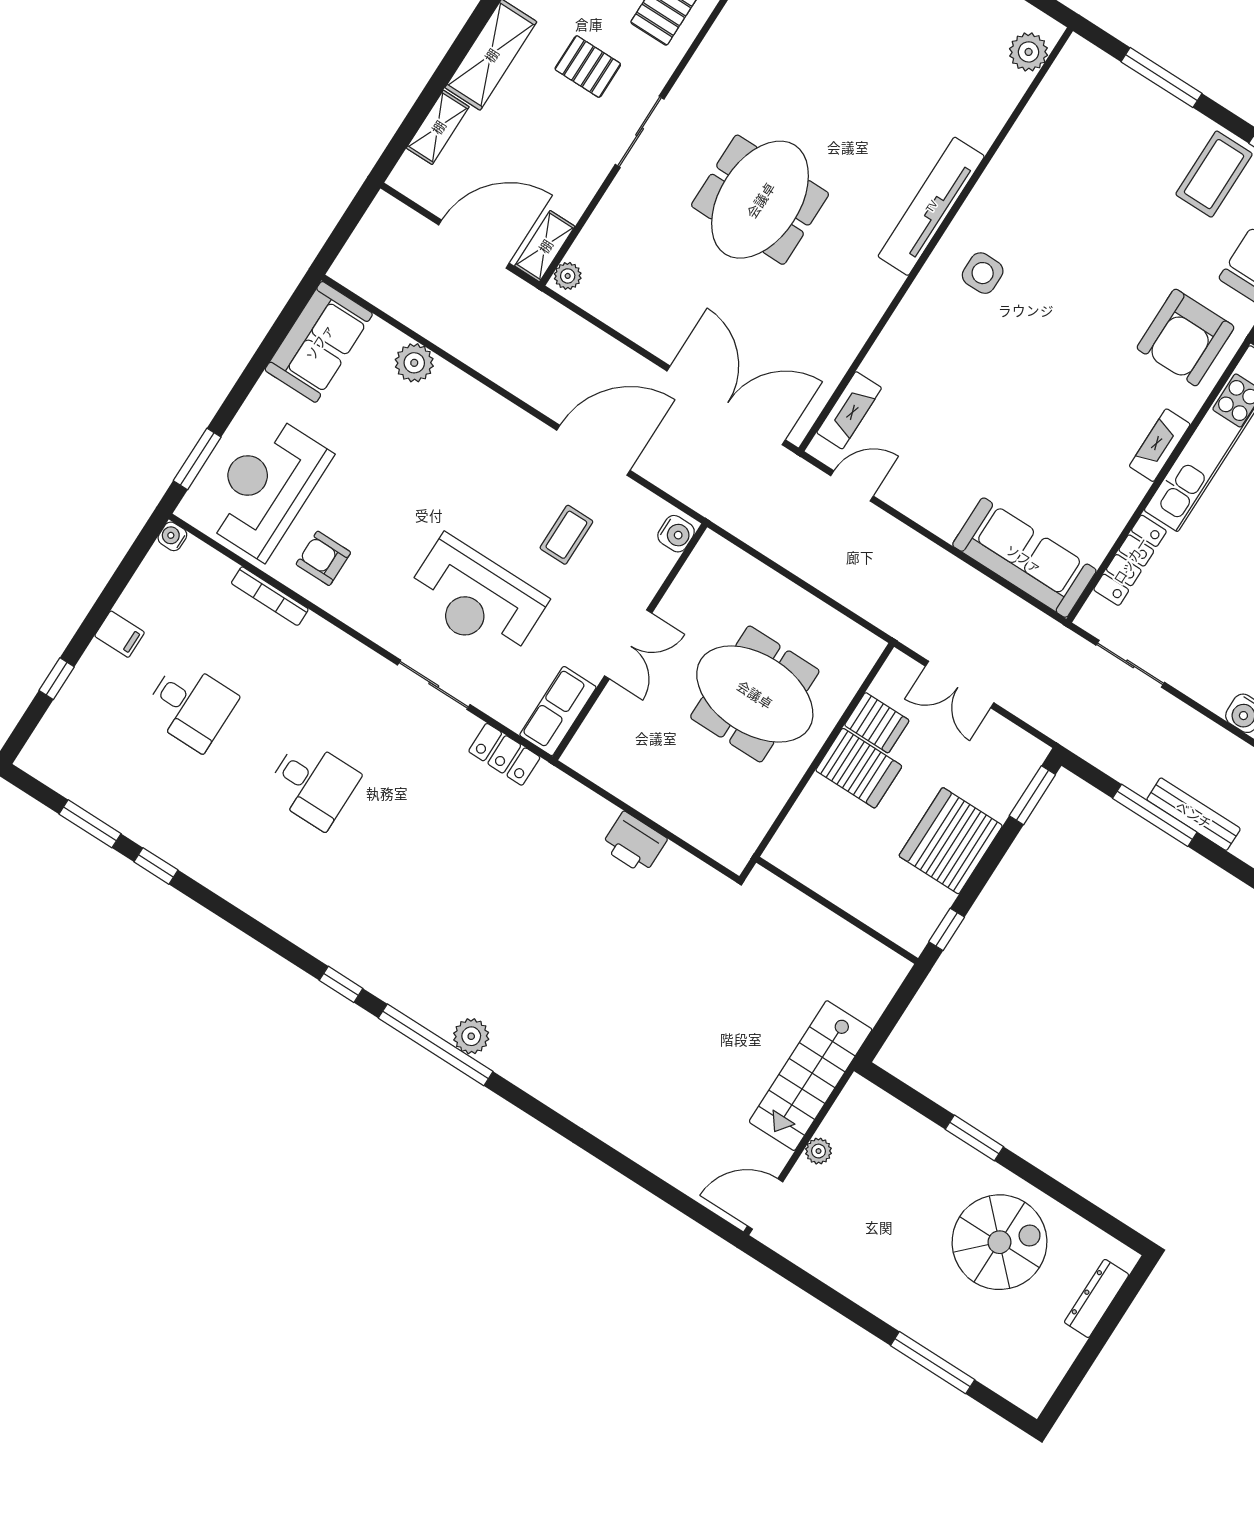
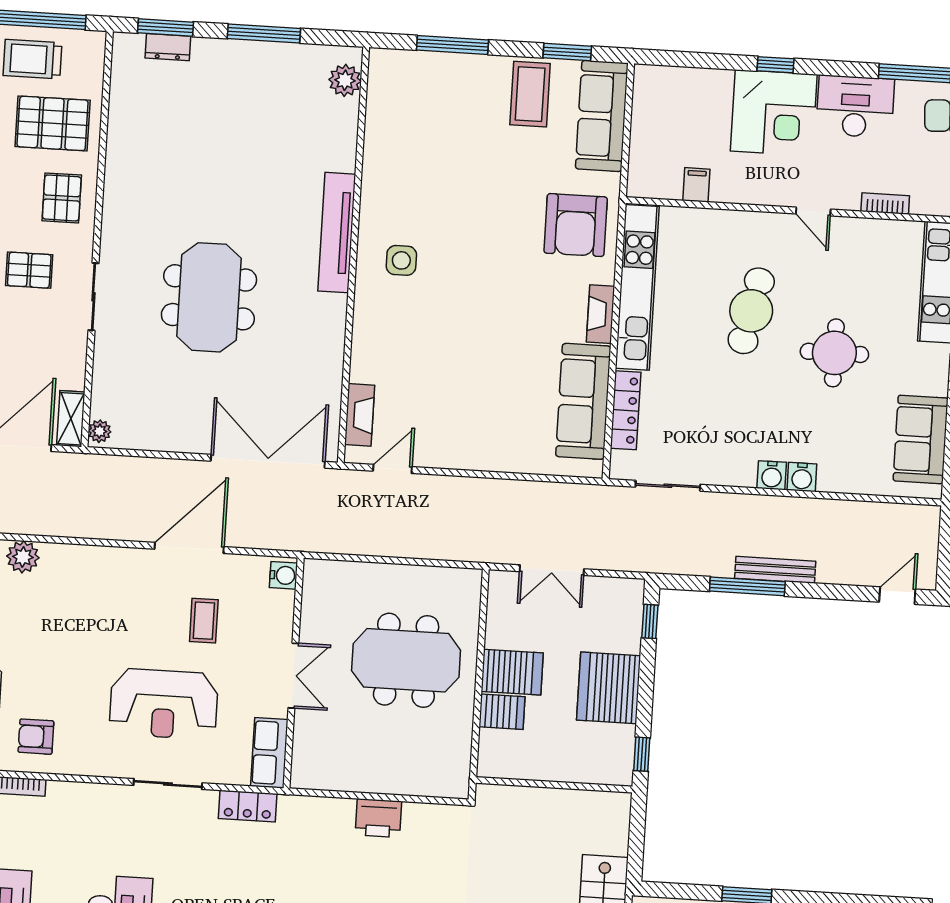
sofa: (1024, 558) -> (583, 401), moved, turned -90
server rack: (877, 723) -> (502, 712), moved
window: (1032, 795) -> (650, 621), width x0.67

